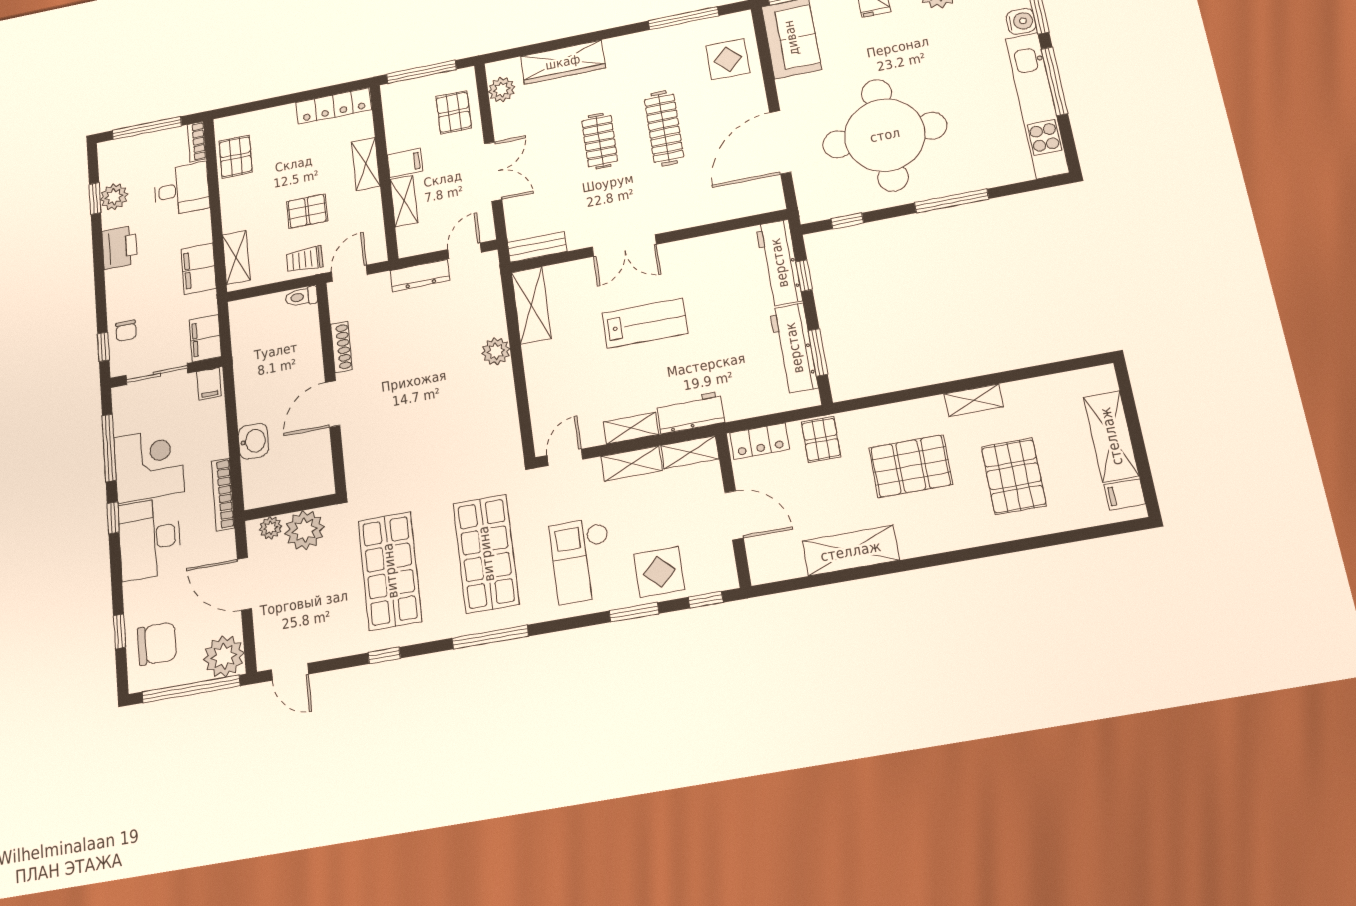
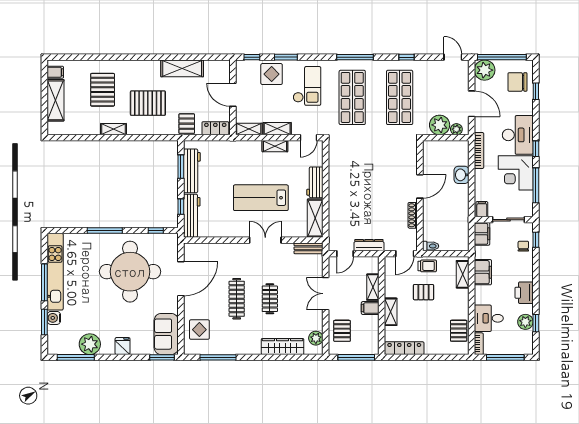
lab bench: (645, 323) -> (261, 198), width x1.36, depth x1.39
plant: (496, 351) -> (336, 198), removed
workbench: (690, 413) -> (315, 182), moved, turned 90

